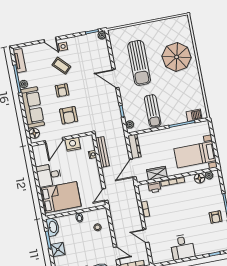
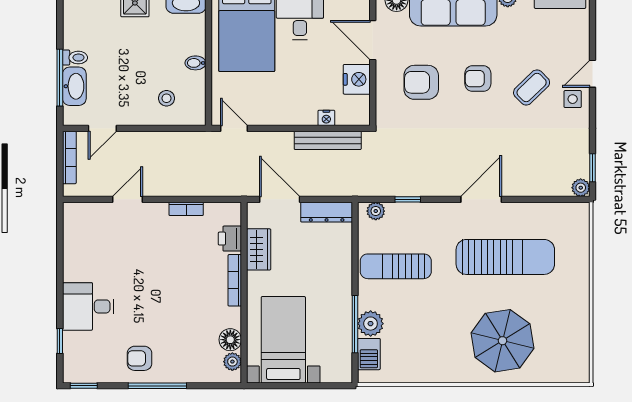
sun lounger: (139, 63) -> (505, 257), turned 180
plant: (180, 117) -> (371, 324), added
desk: (182, 247) -> (88, 306), moved

